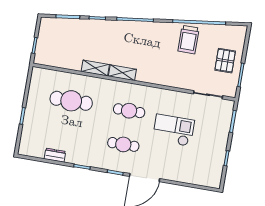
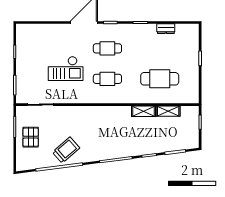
trolley: (189, 40) -> (66, 150), turned 49
shelving: (122, 73) -> (168, 111), moved

